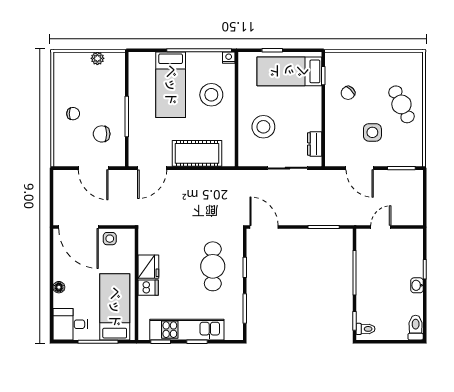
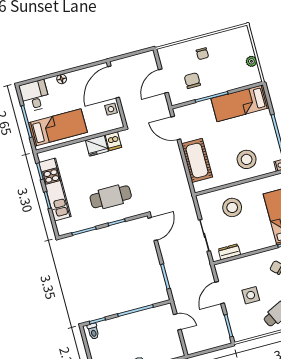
bed: (171, 85) -> (240, 103), moved
dishwasher: (148, 288) -> (113, 141), moved

